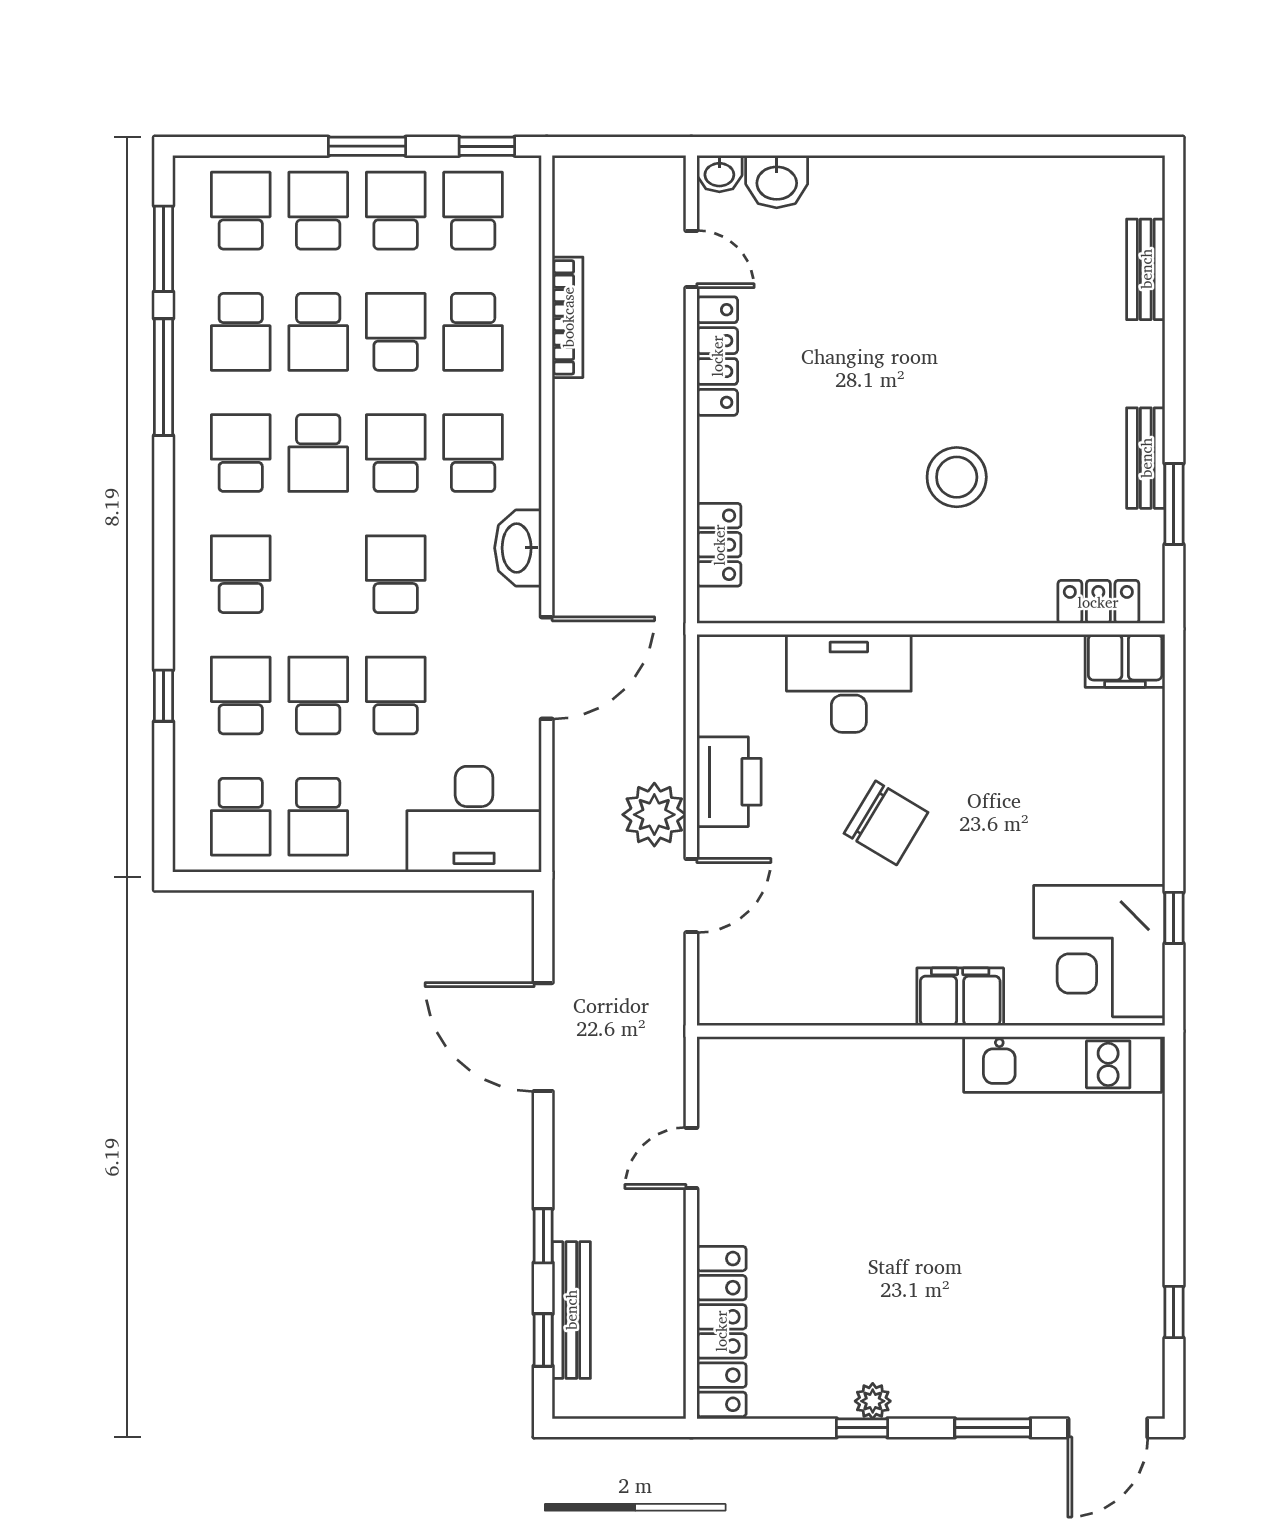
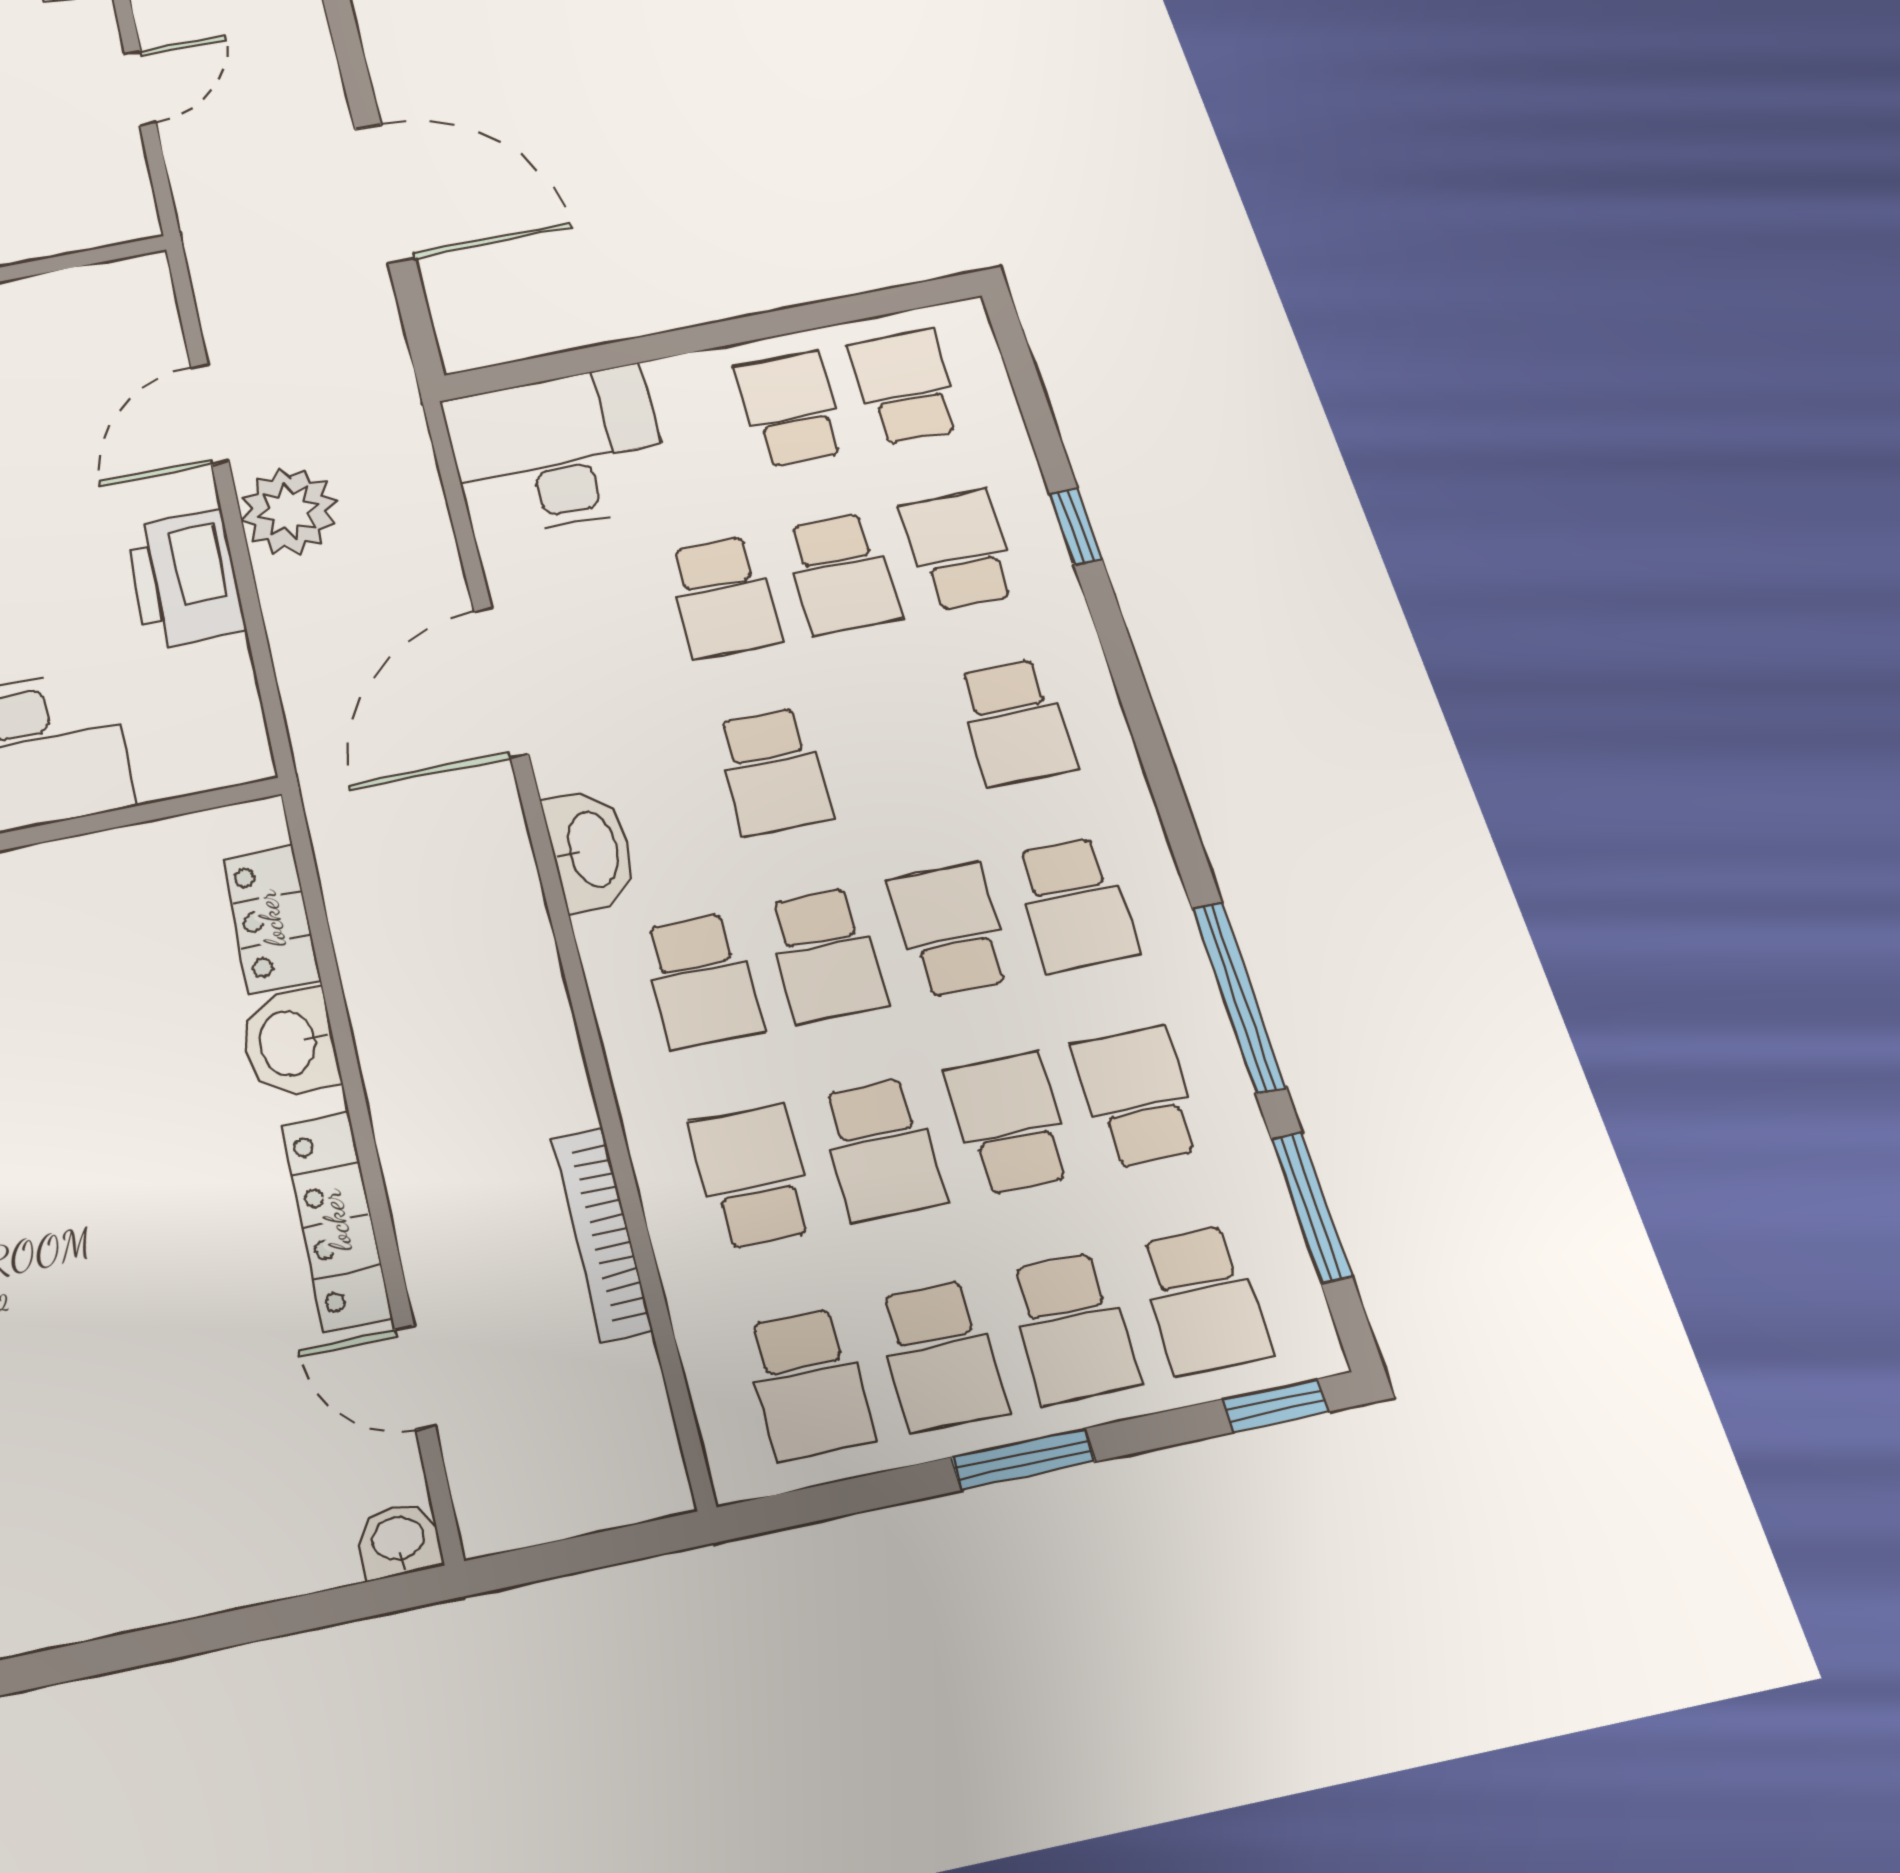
window: (487, 146) -> (1276, 1405), moved
washbasin: (777, 182) -> (290, 1043), moved, turned -90
school desk: (241, 695) -> (959, 550), turned 180

